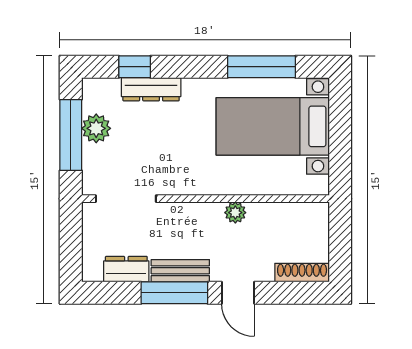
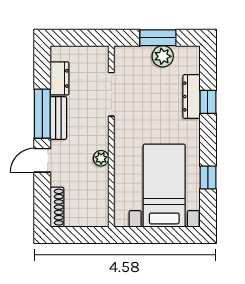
window: (135, 67) -> (208, 102), moved
window: (262, 67) -> (208, 177), width x0.46
window: (71, 135) -> (158, 38), width x0.69
doorway: (126, 199) -> (111, 94), moved

